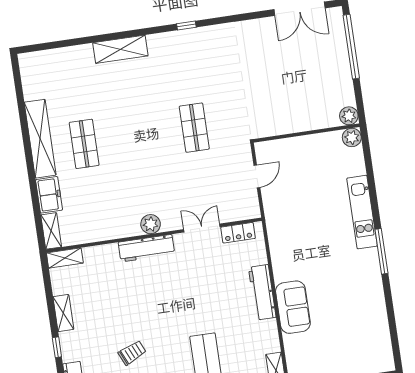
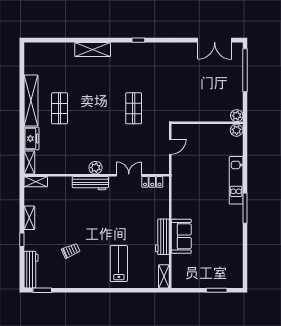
workbench: (262, 292) -> (162, 237), moved

